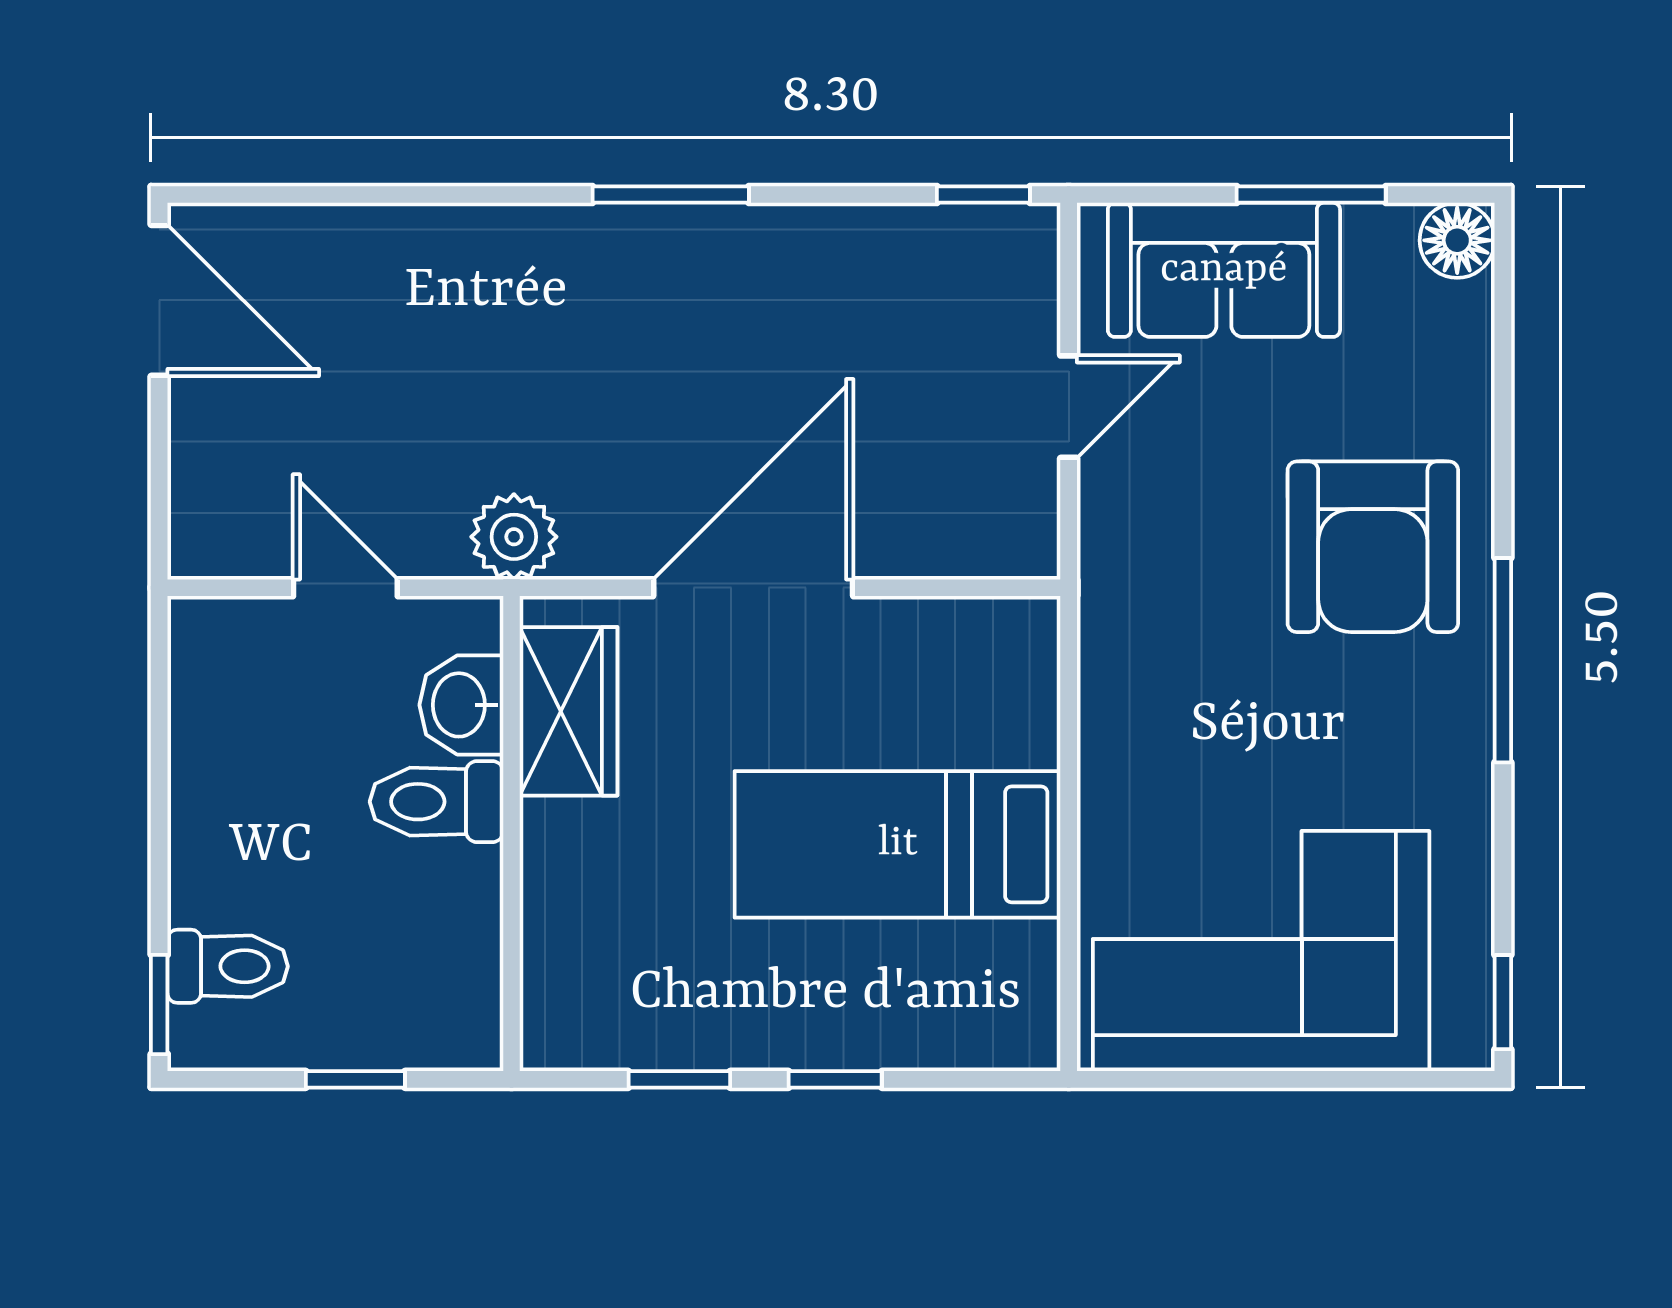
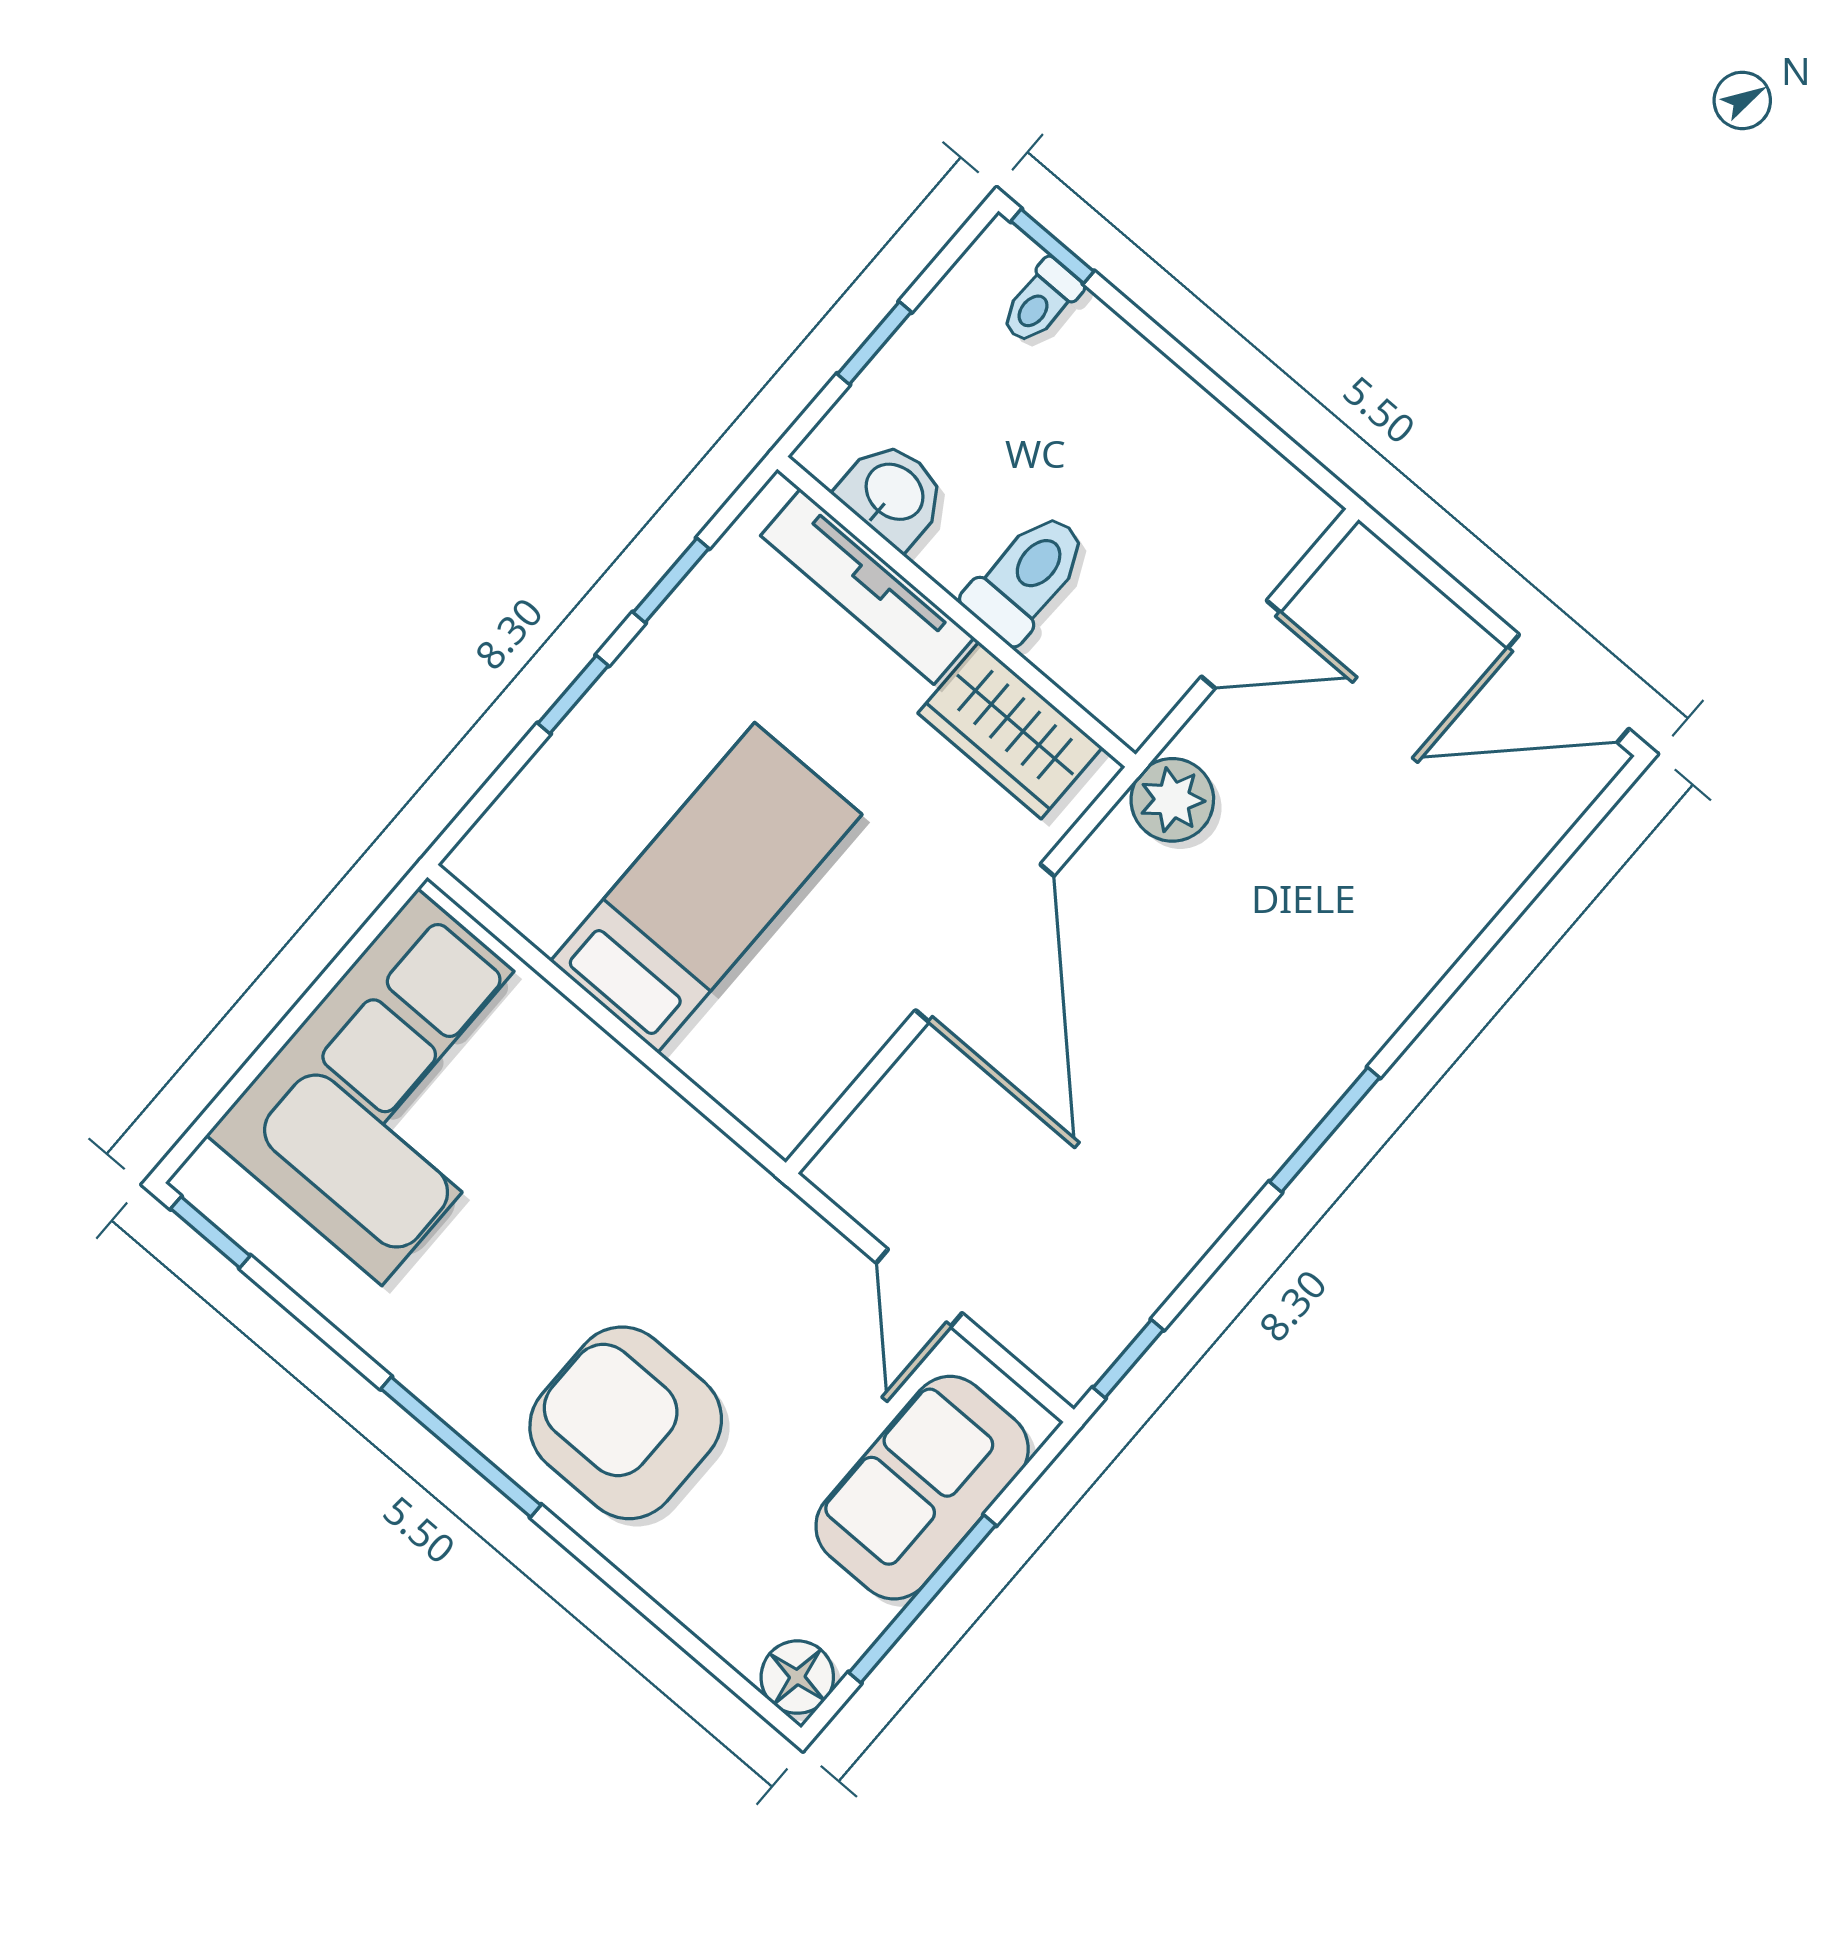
window: (1311, 194) -> (922, 1599), width x1.44
washbasin: (461, 705) -> (893, 494), moved
tv unit: (552, 921) -> (867, 587), added
toilet: (228, 966) -> (1041, 302), width x0.73, depth x0.72

